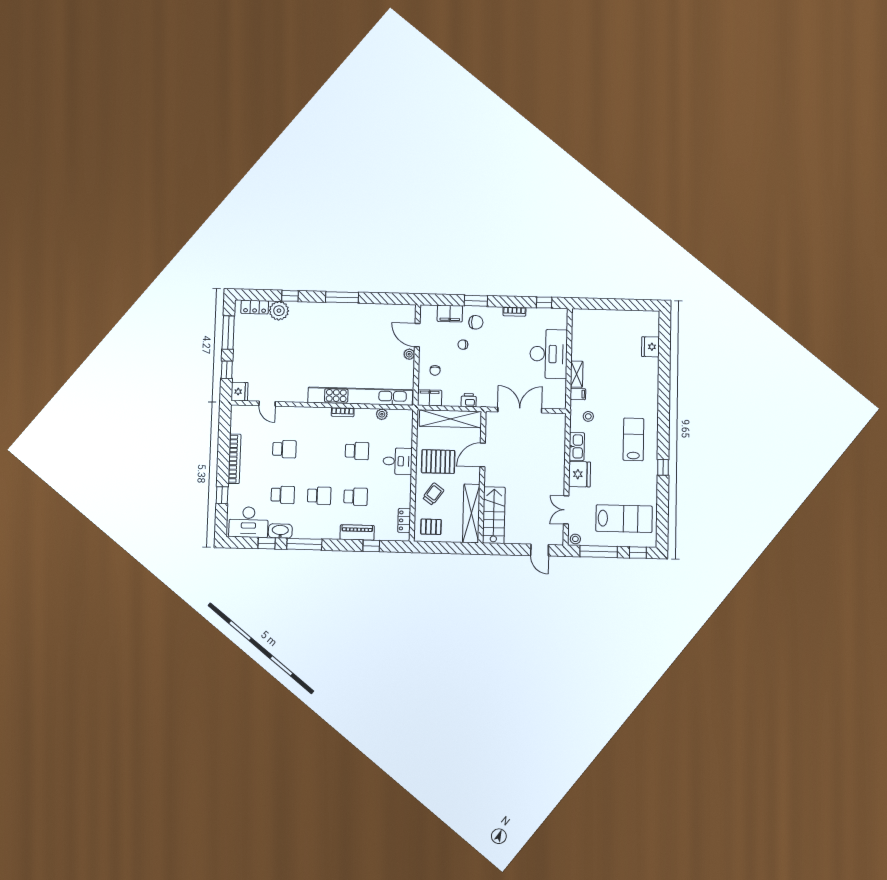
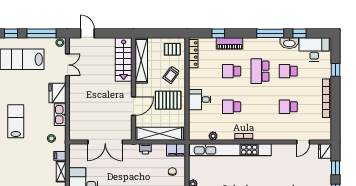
door: (267, 404) -> (303, 142), swing flipped
lab bench: (633, 439) -> (16, 121), turned 180
school desk: (319, 496) -> (260, 71), width x1.85
locker: (404, 520) -> (193, 54), width x1.53

